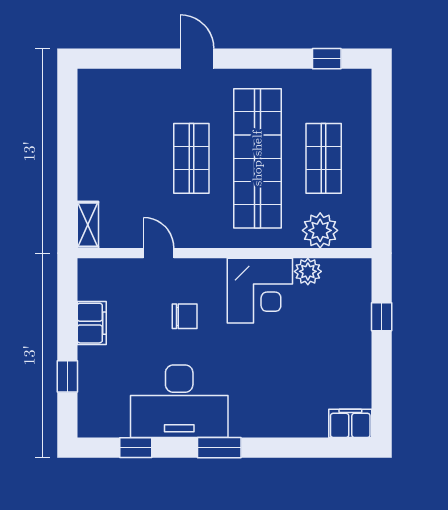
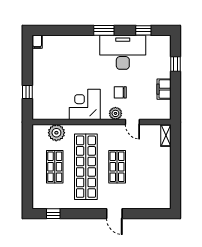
plant: (308, 271) -> (115, 113), moved
filing cabinet: (350, 423) -> (37, 42), width x0.50

